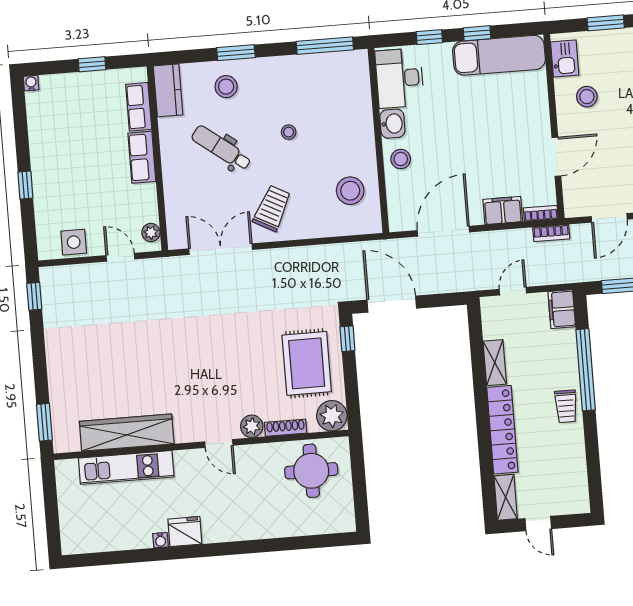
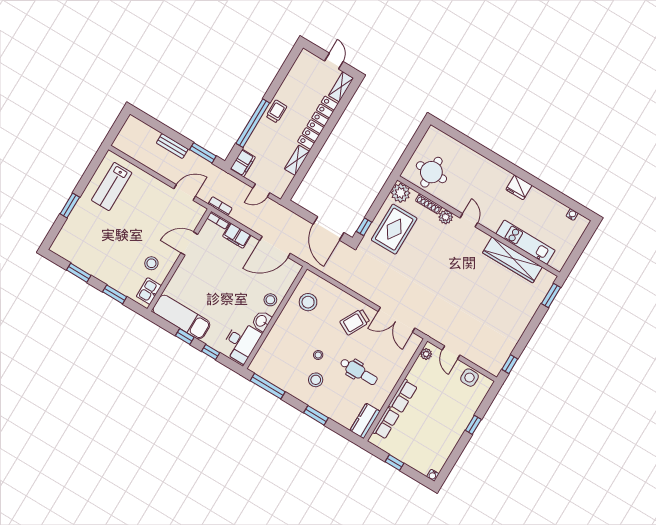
stool: (226, 87) -> (316, 380), moved
dental chair: (221, 148) -> (359, 372), turned -37
water cooler: (161, 540) -> (572, 214), moved

